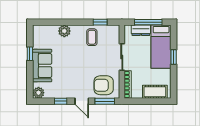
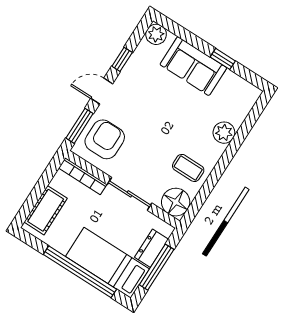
window: (100, 22) -> (203, 195), removed
floor lamp: (112, 33) -> (176, 202), added
window: (174, 57) -> (80, 272), width x3.17

